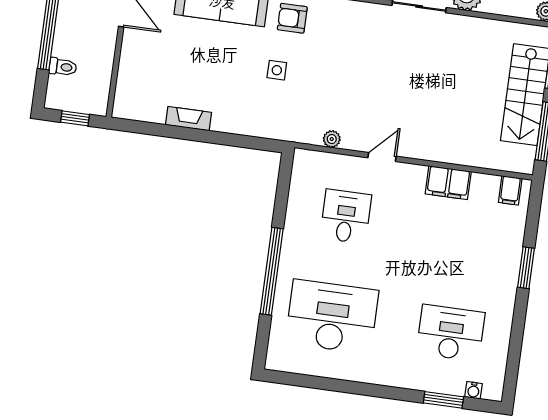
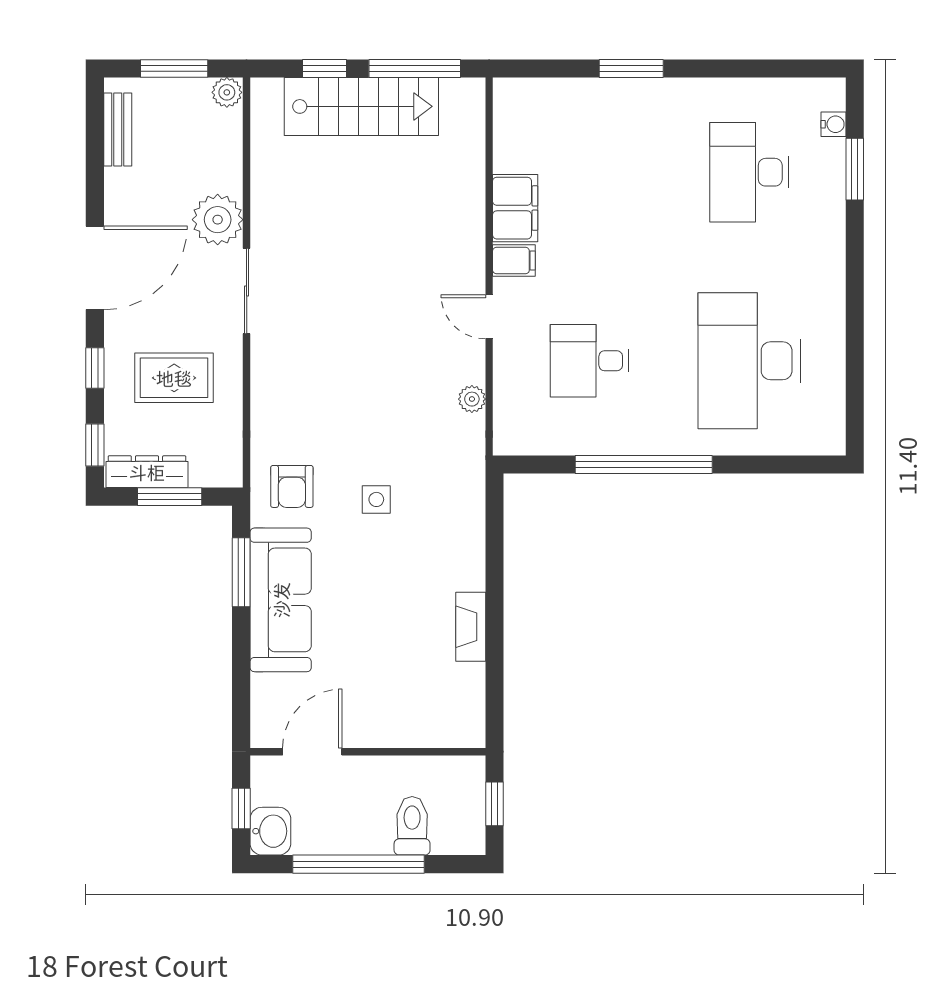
toilet: (63, 67) -> (412, 826), width x1.37, depth x1.39
filing cabinet: (510, 190) -> (514, 261), moved
window: (272, 271) -> (644, 464), moved

